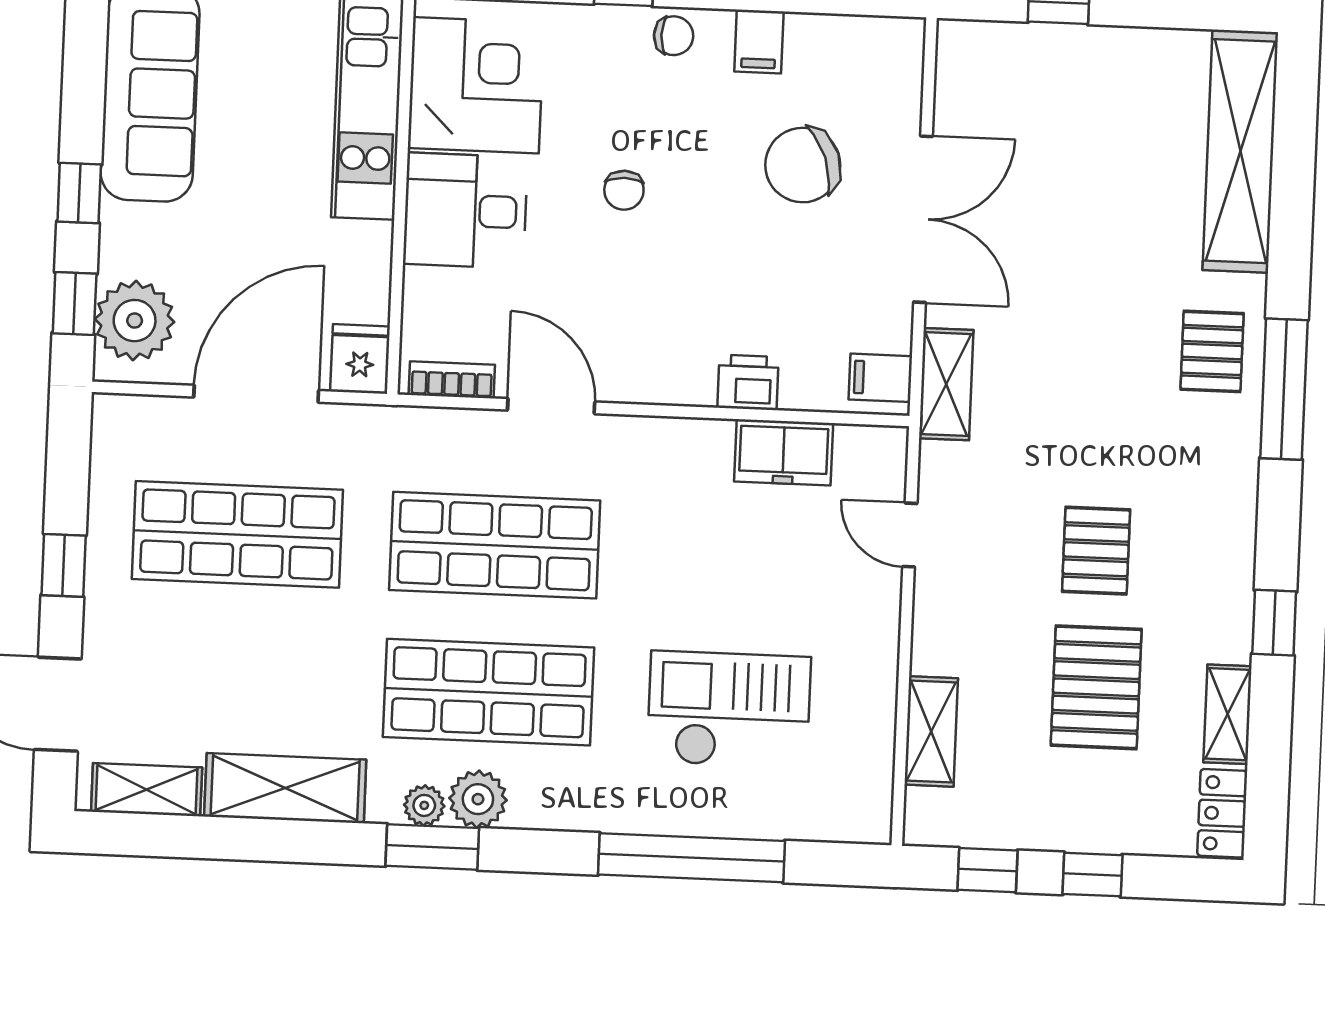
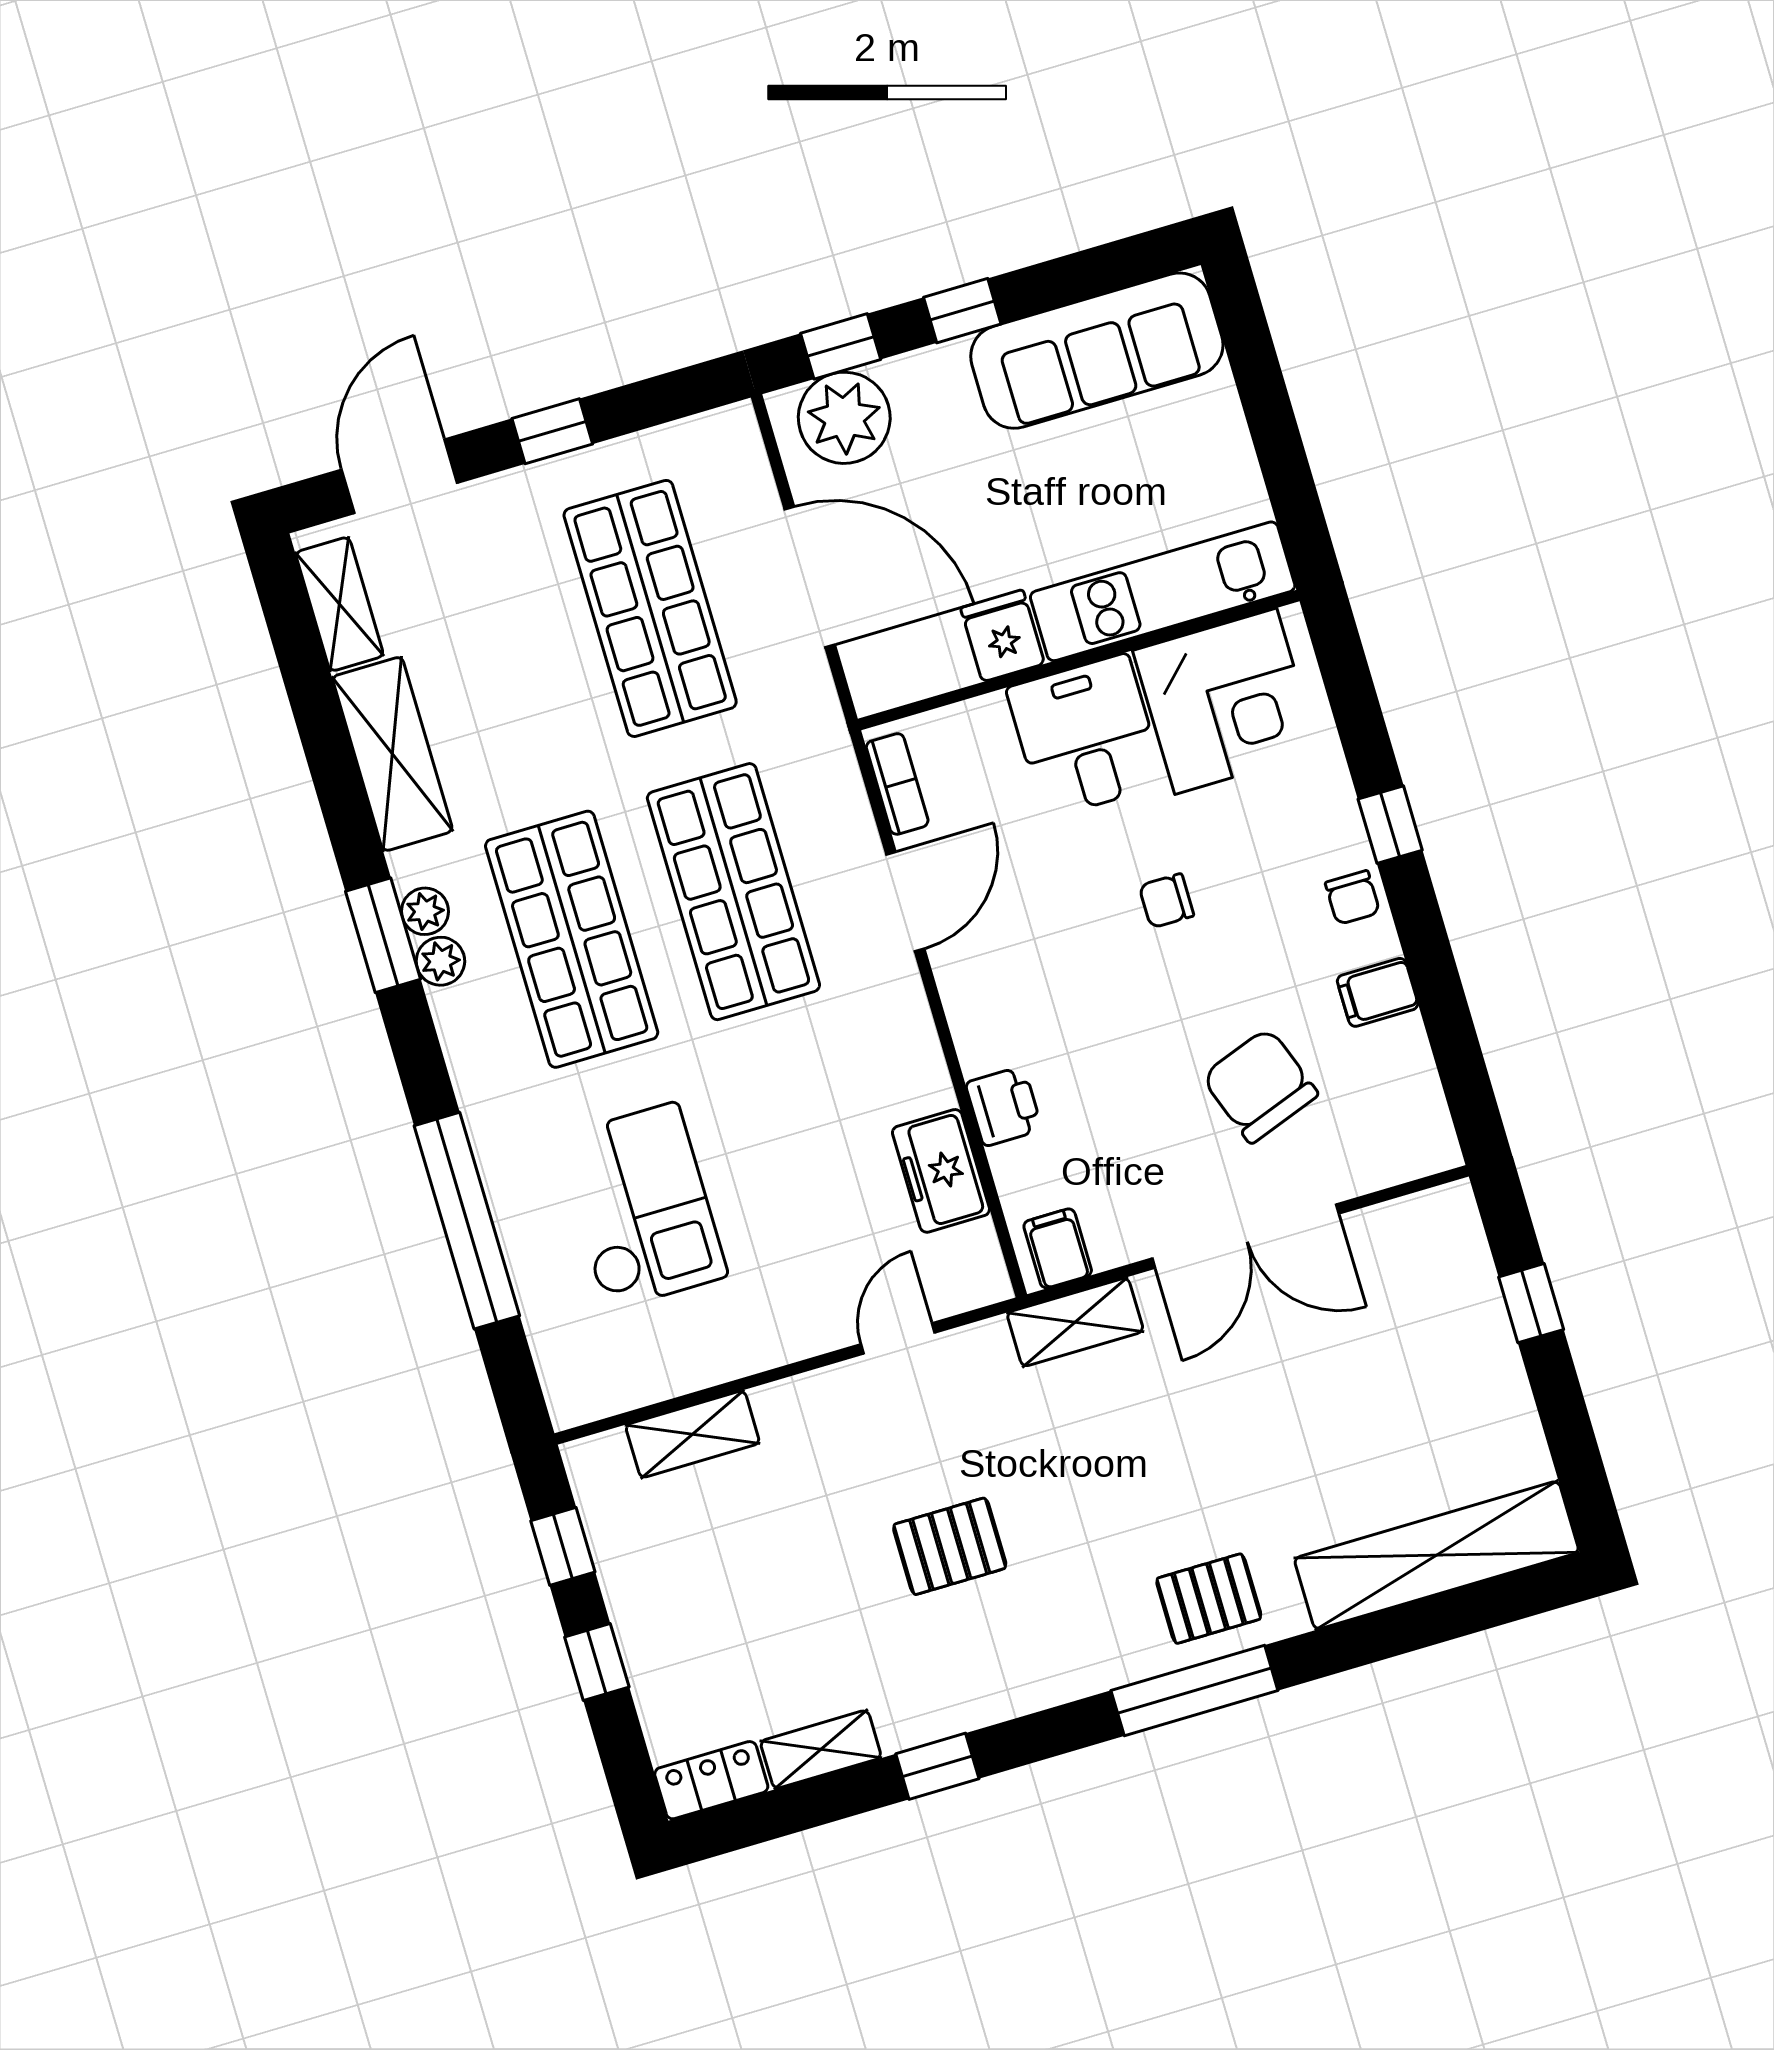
fridge: (360, 359) -> (1003, 636), moved, turned -90
pallet: (1096, 687) -> (801, 1597), removed
plant: (478, 799) -> (440, 961), width x0.73, depth x0.73

